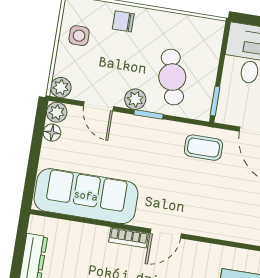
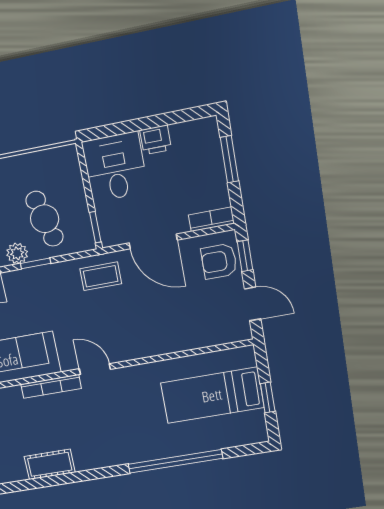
door: (166, 233) -> (95, 369), swing flipped
bookcase: (129, 238) -> (51, 386), width x1.56

